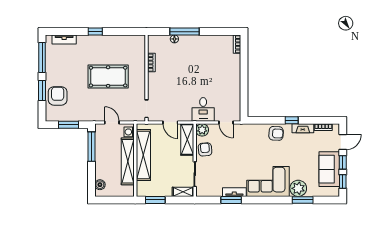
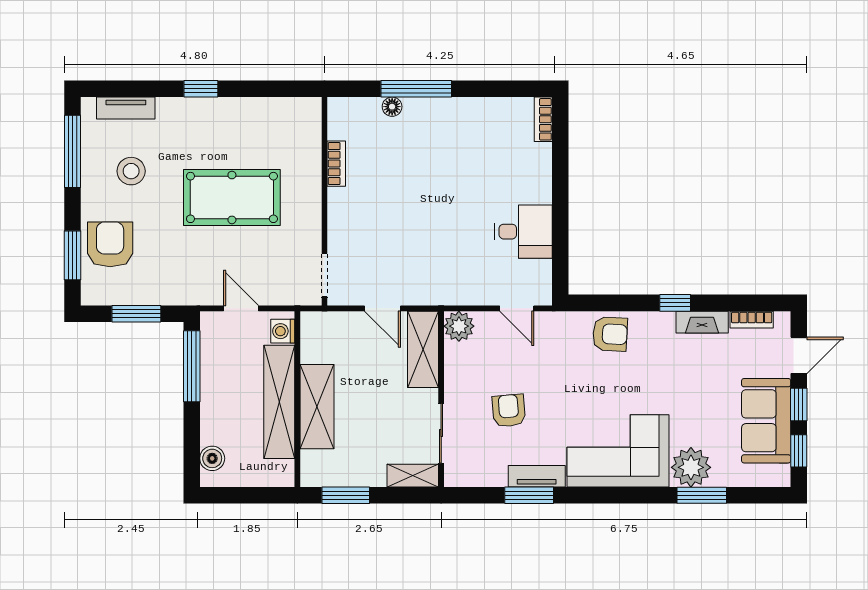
stool: (66, 66) -> (131, 171), added
window: (42, 91) -> (72, 255), moved
desk: (203, 109) -> (523, 232), moved, turned -90
armchair: (276, 133) -> (610, 334), moved
armchair: (205, 149) -> (509, 411), moved
shelving: (143, 155) -> (317, 407), width x0.68

